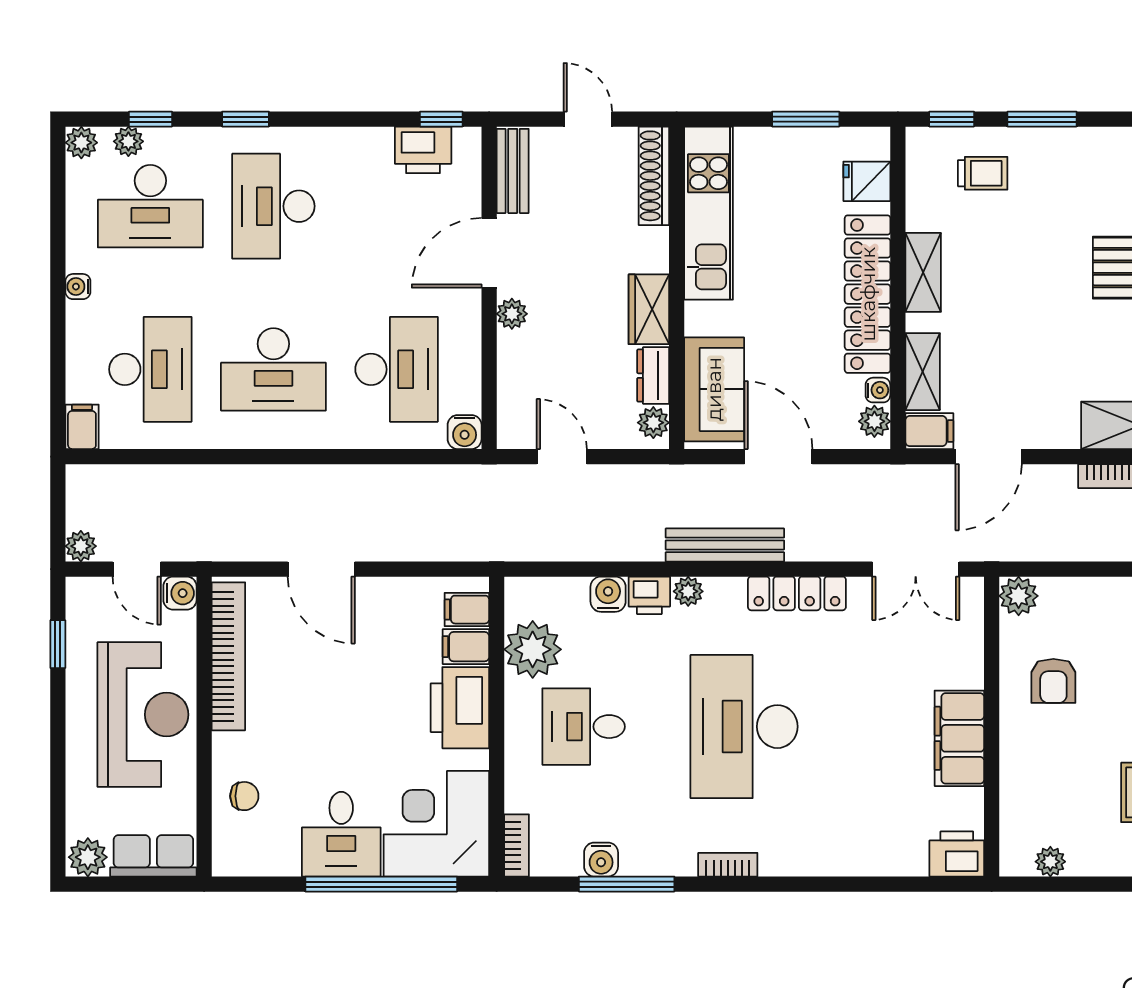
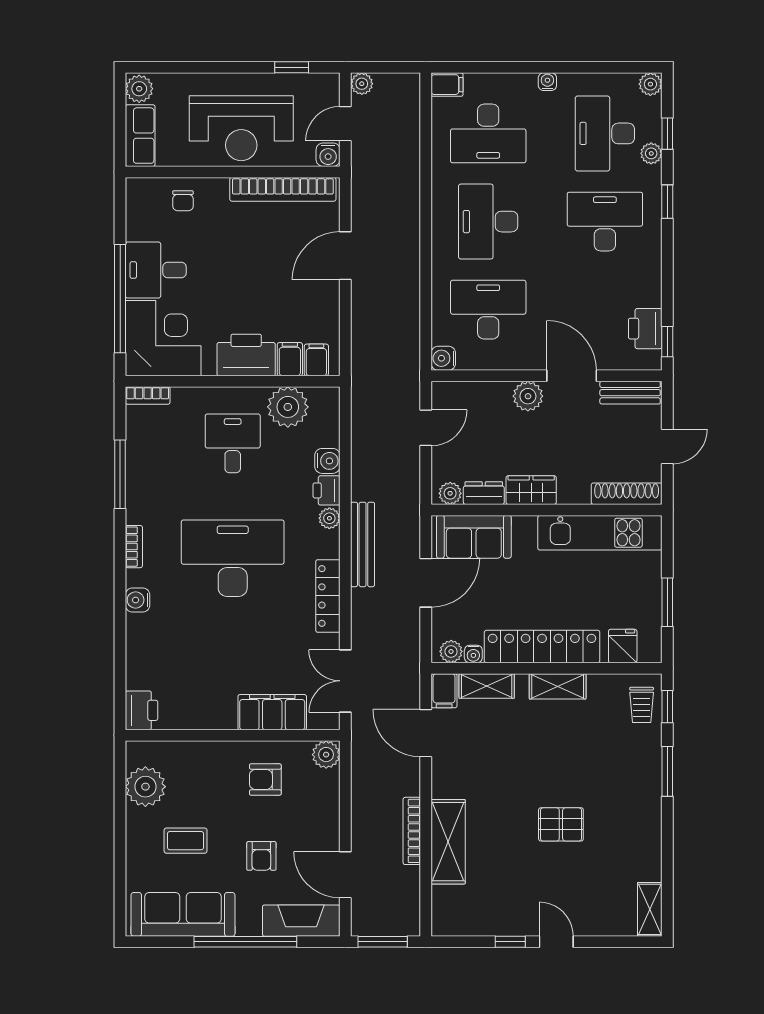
plant: (128, 141) -> (651, 153), moved
trolley: (983, 173) -> (642, 705), moved
plant: (512, 314) -> (528, 396), width x1.38, depth x1.38
desk: (397, 369) -> (488, 310), turned 180
filing cabinet: (959, 738) -> (272, 712), moved
water cooler: (601, 860) -> (138, 600), moved
plant: (1050, 862) -> (145, 787), width x1.88, depth x1.88

